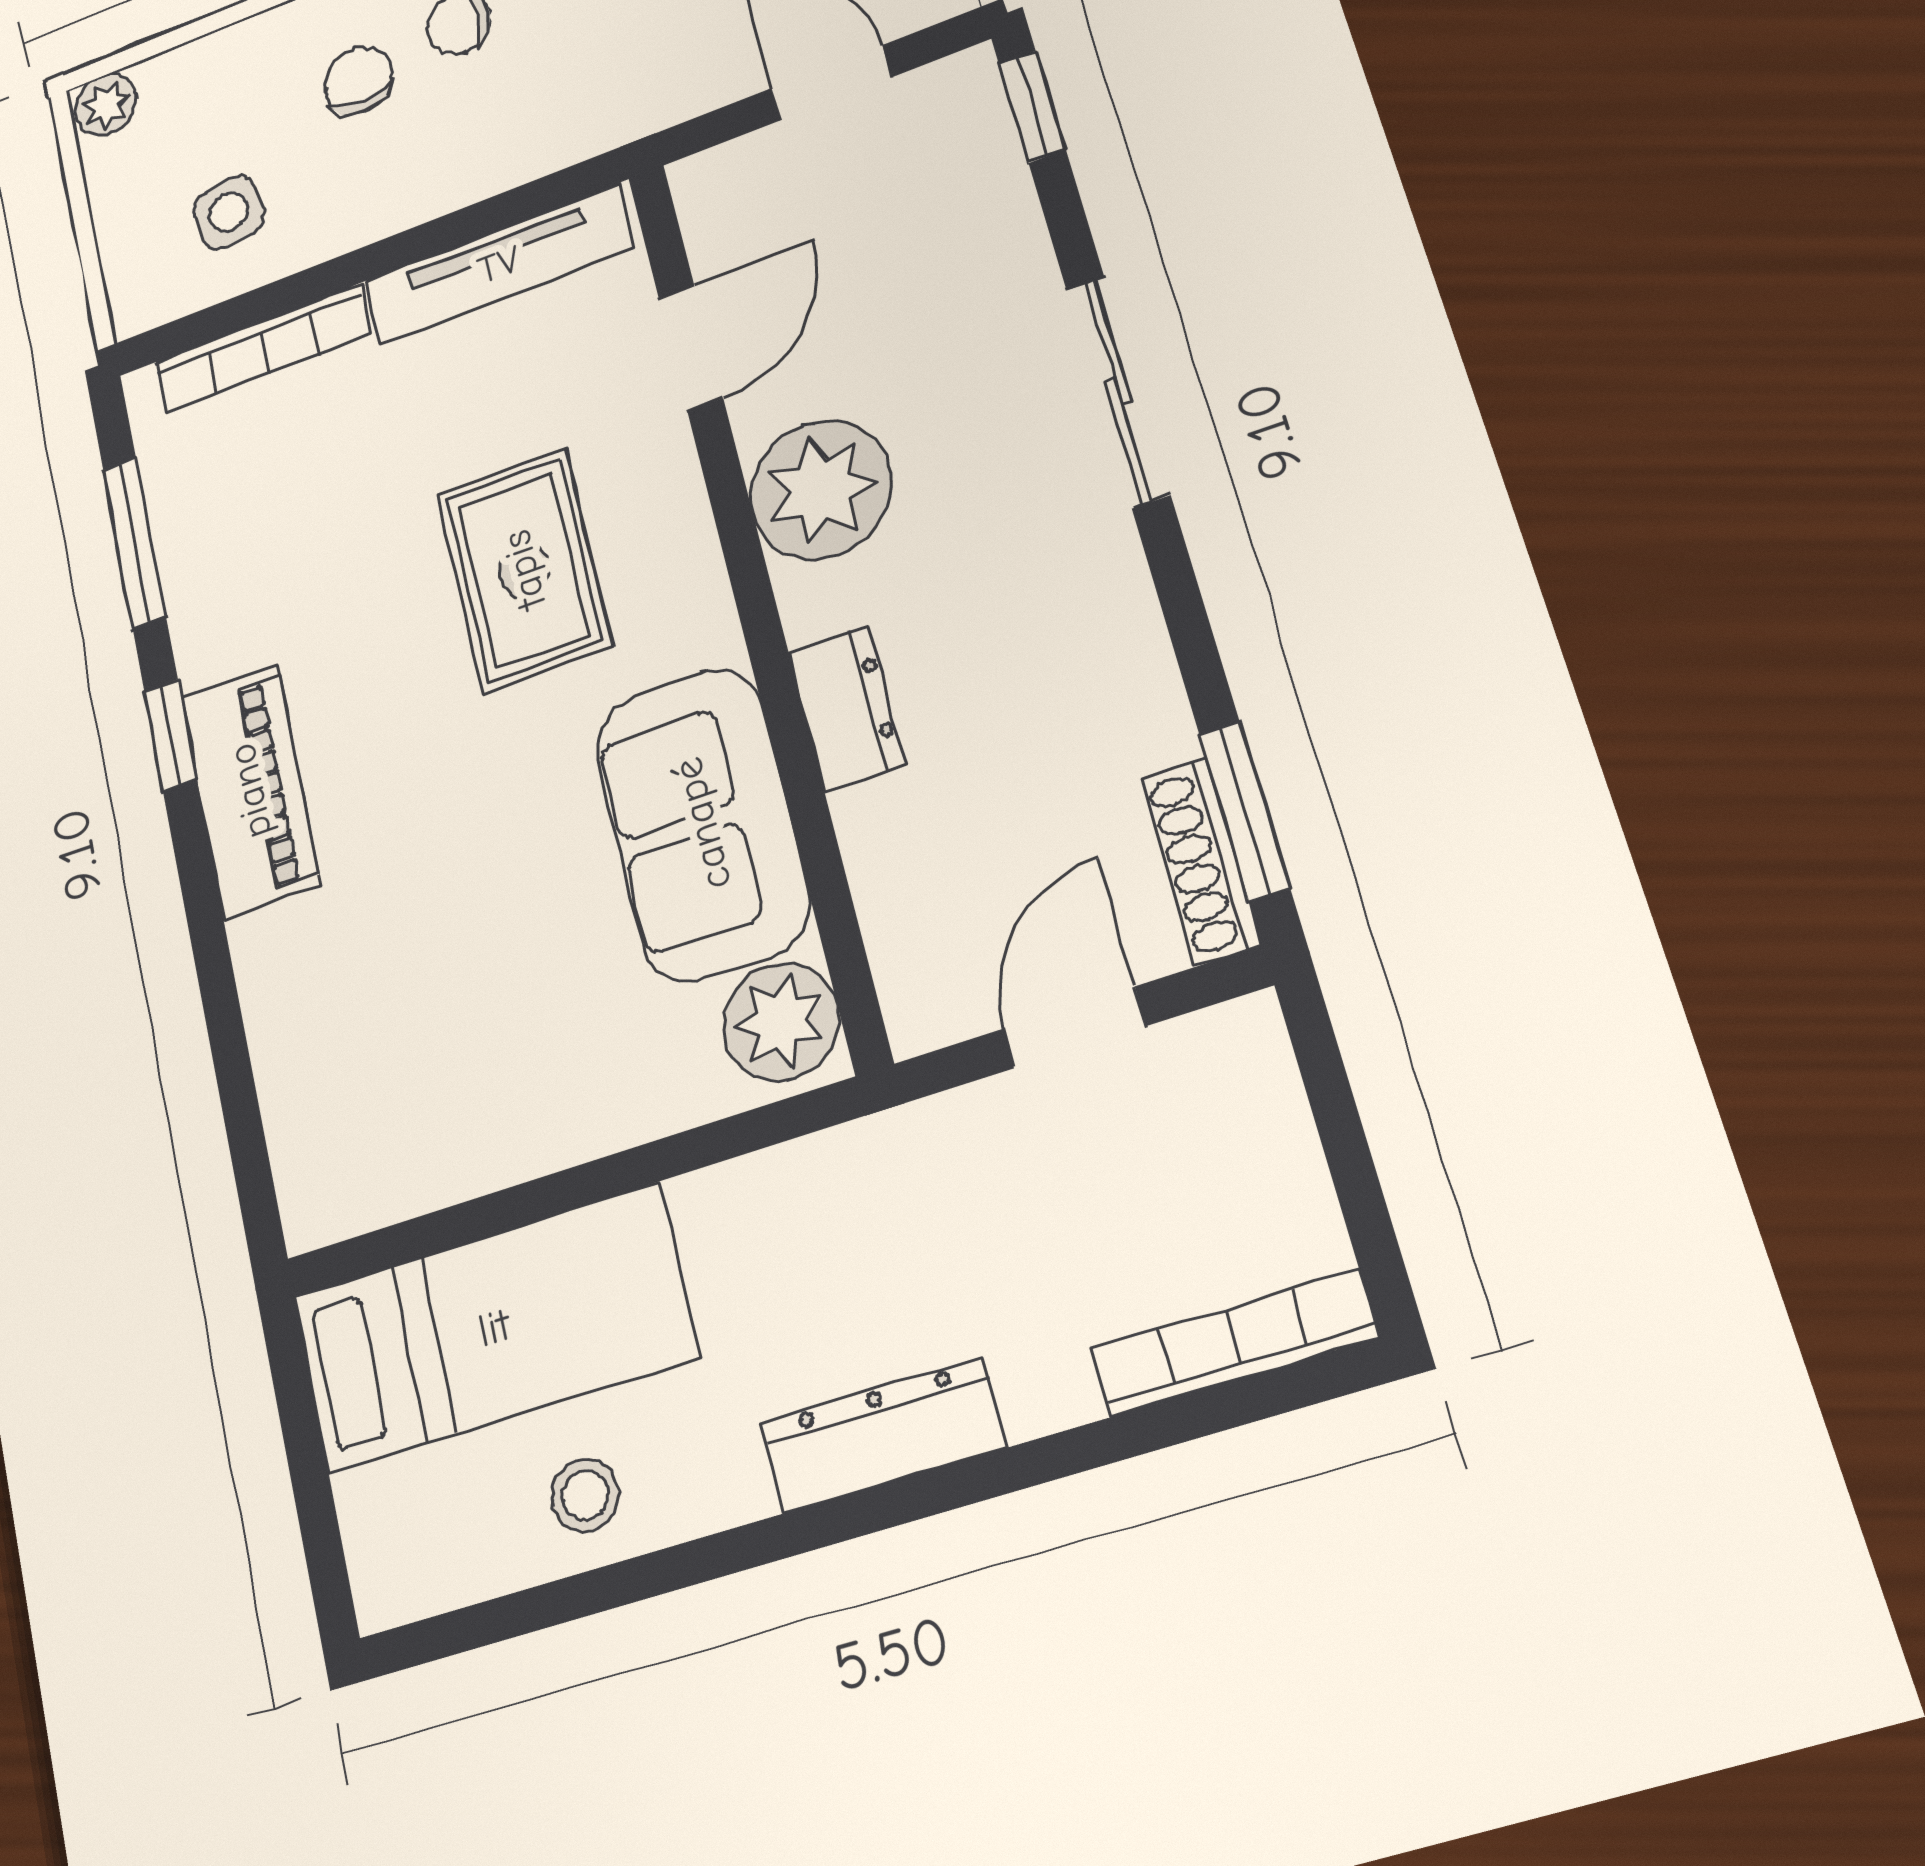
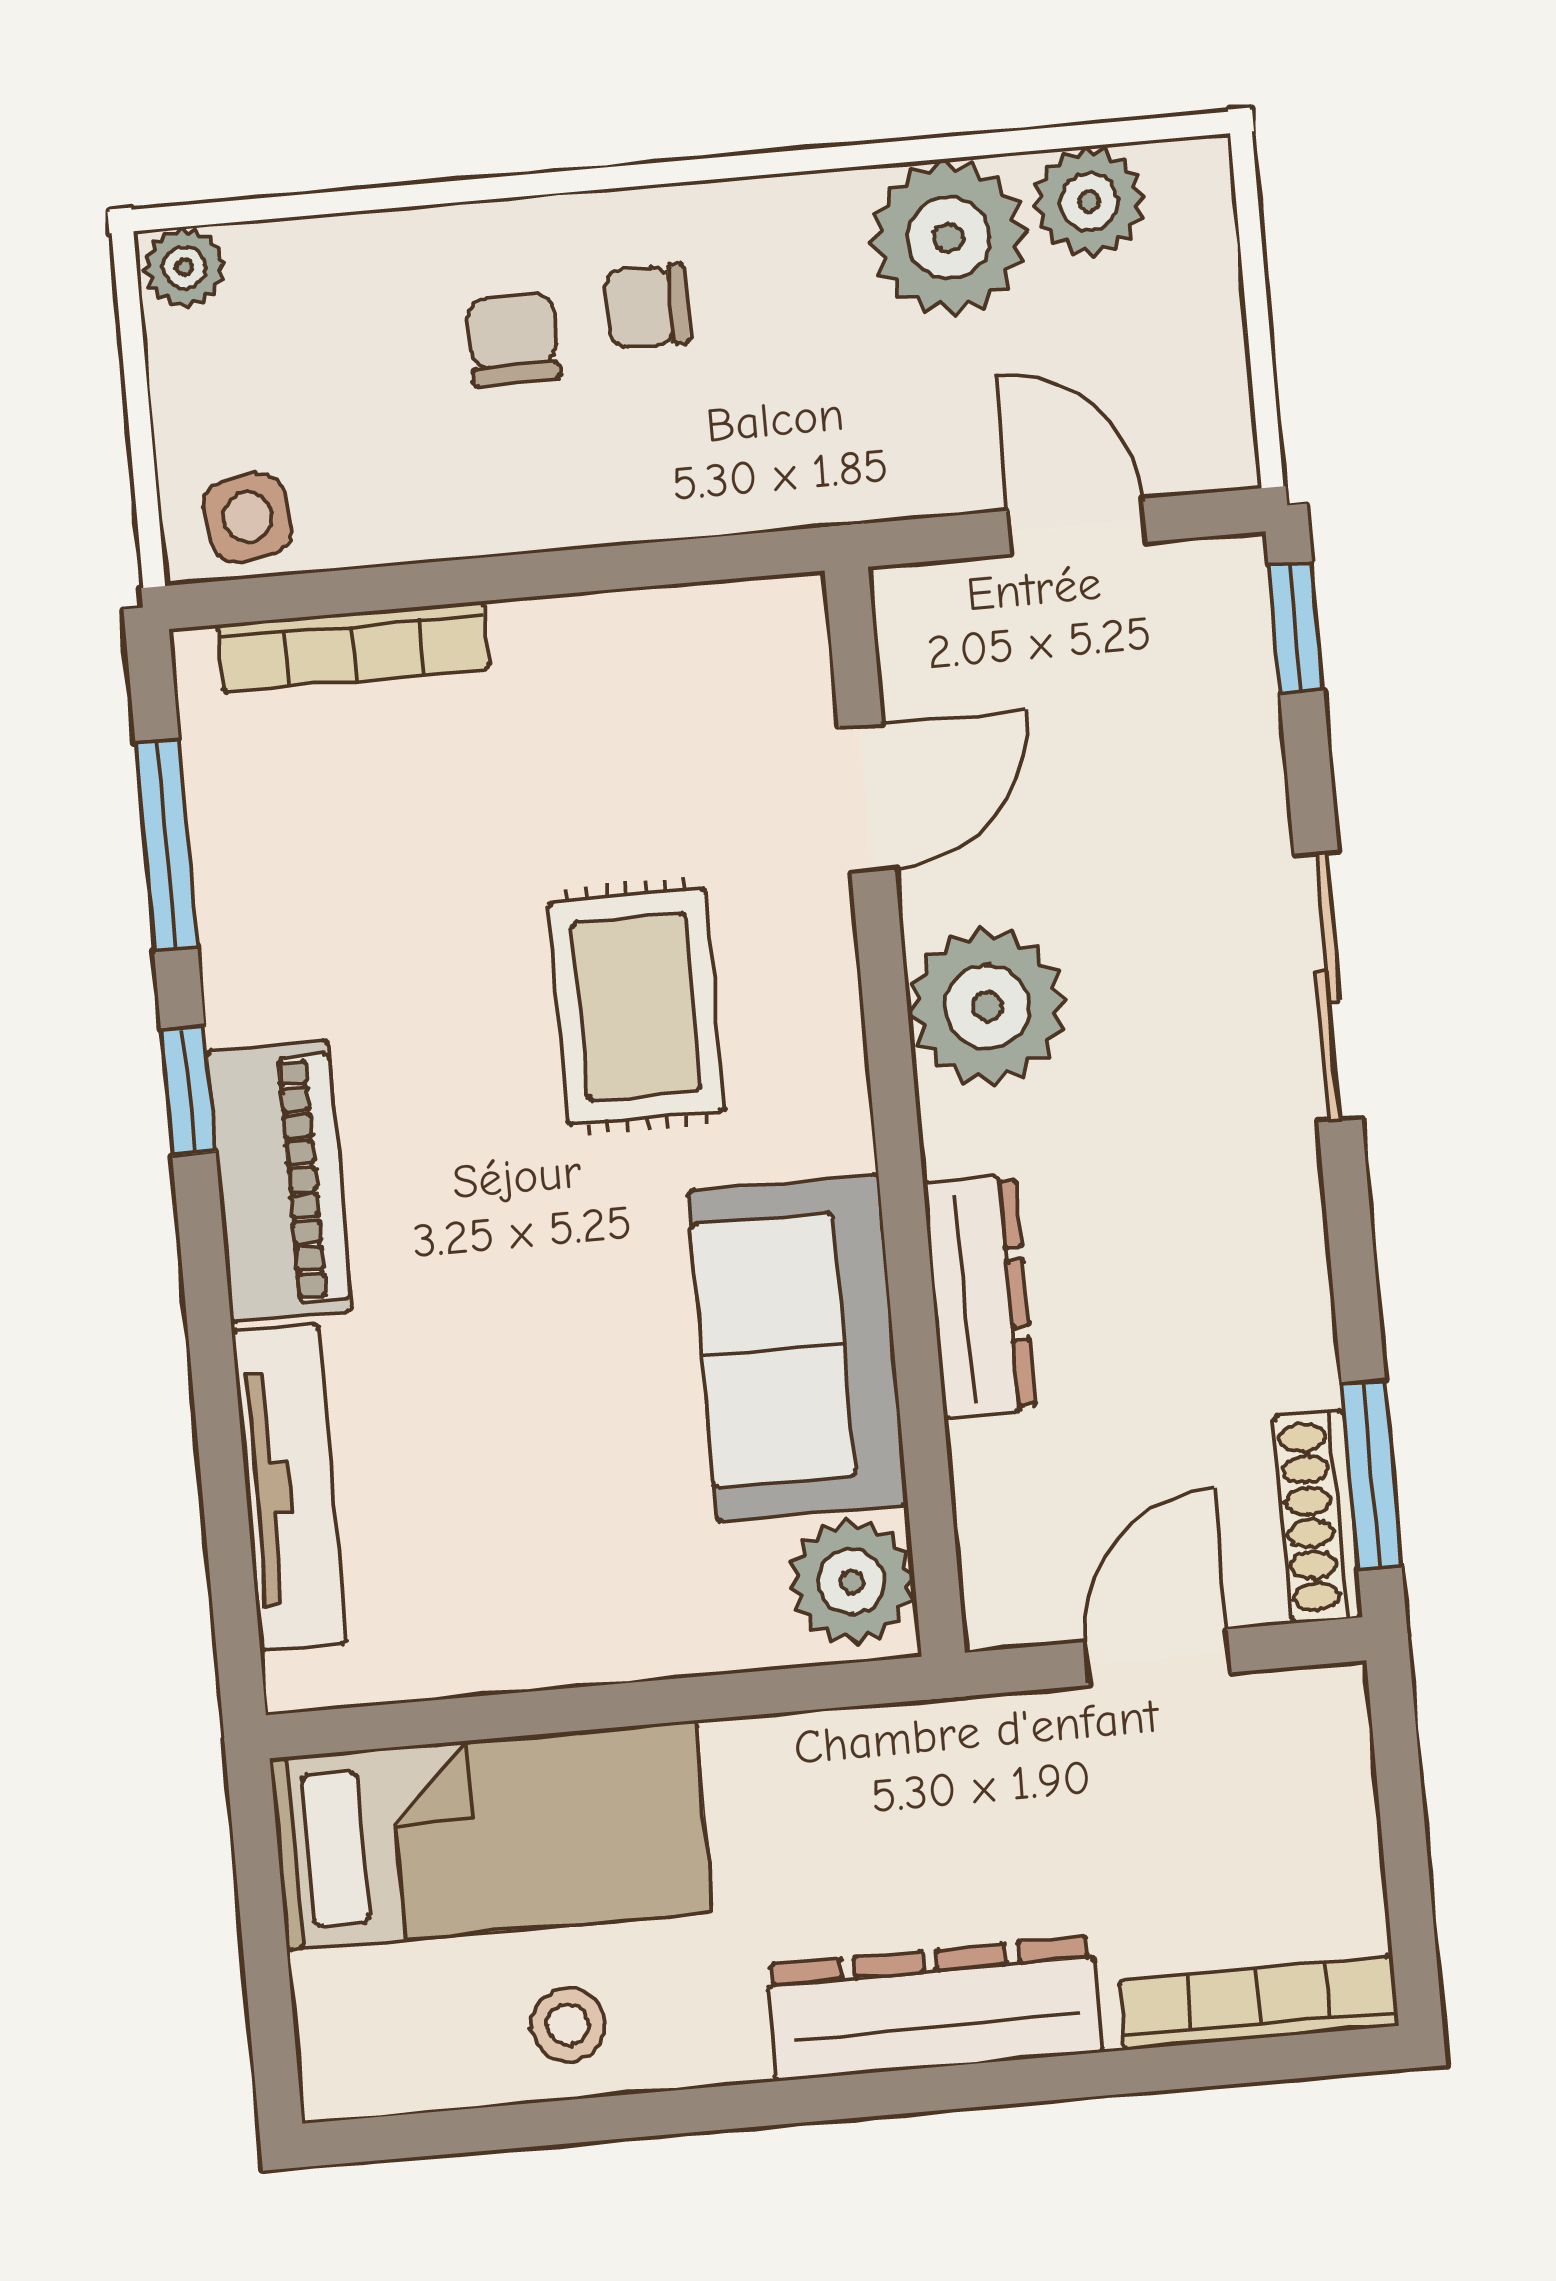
side table: (229, 212) -> (248, 518), moved
tv unit: (499, 265) -> (289, 1487), moved, turned -90
dresser: (847, 708) -> (980, 1296), width x1.44
dresser: (883, 1435) -> (934, 2008), width x1.37, depth x1.24

